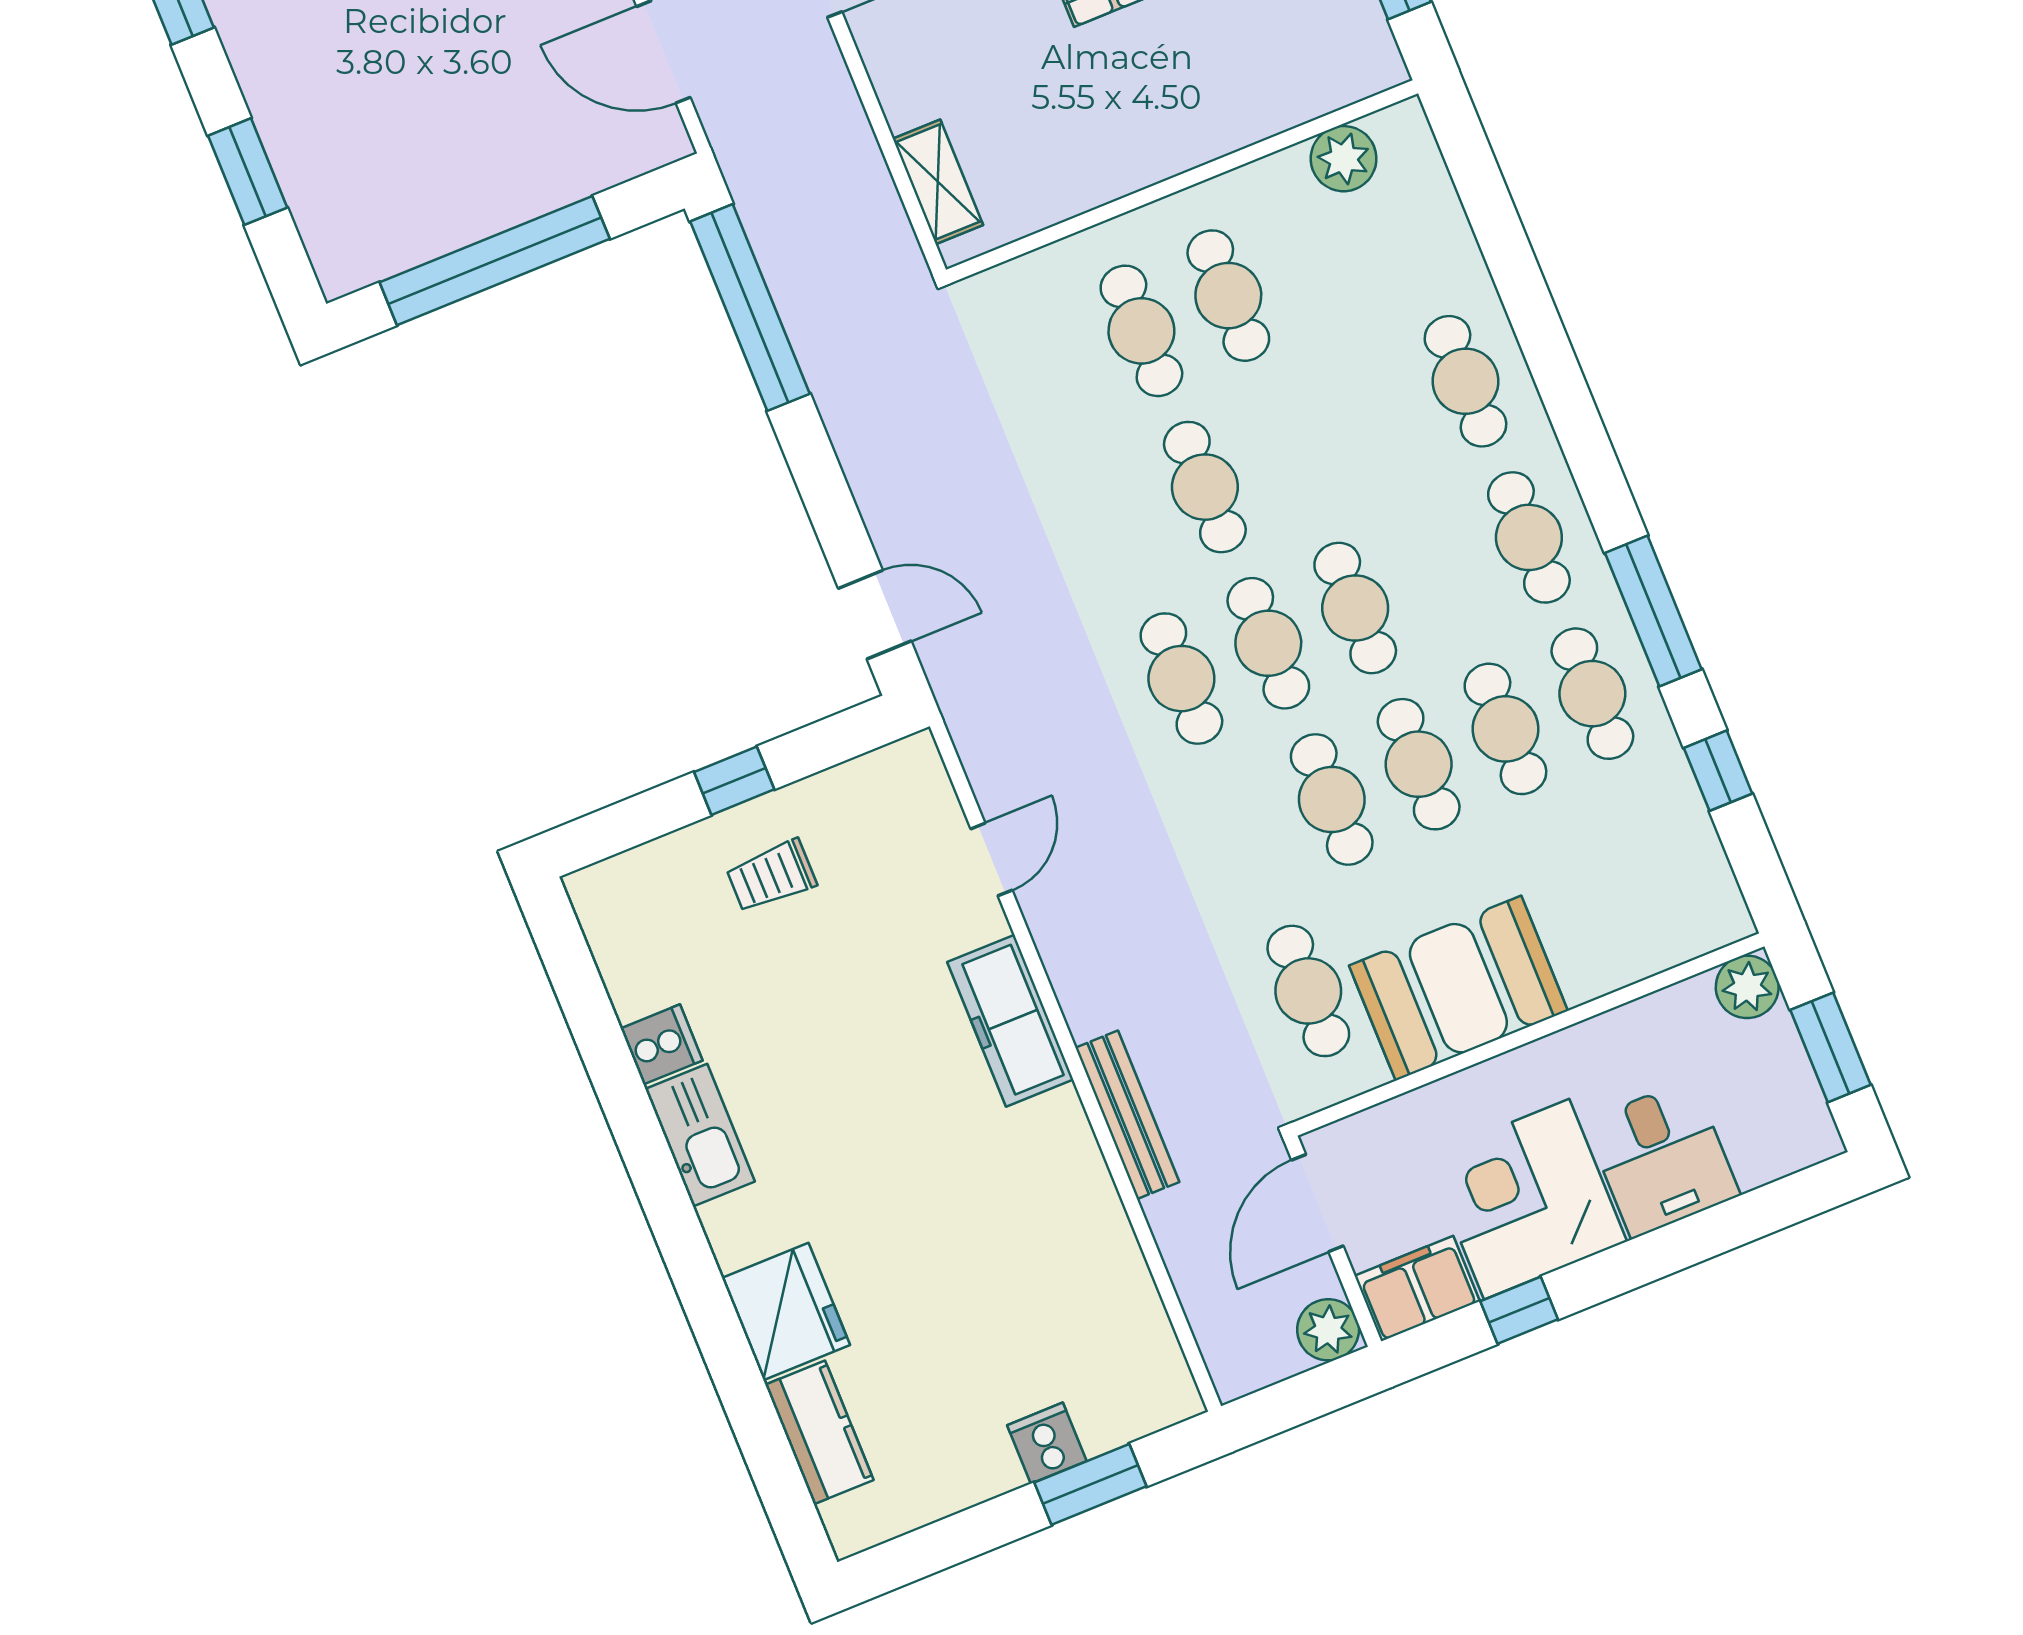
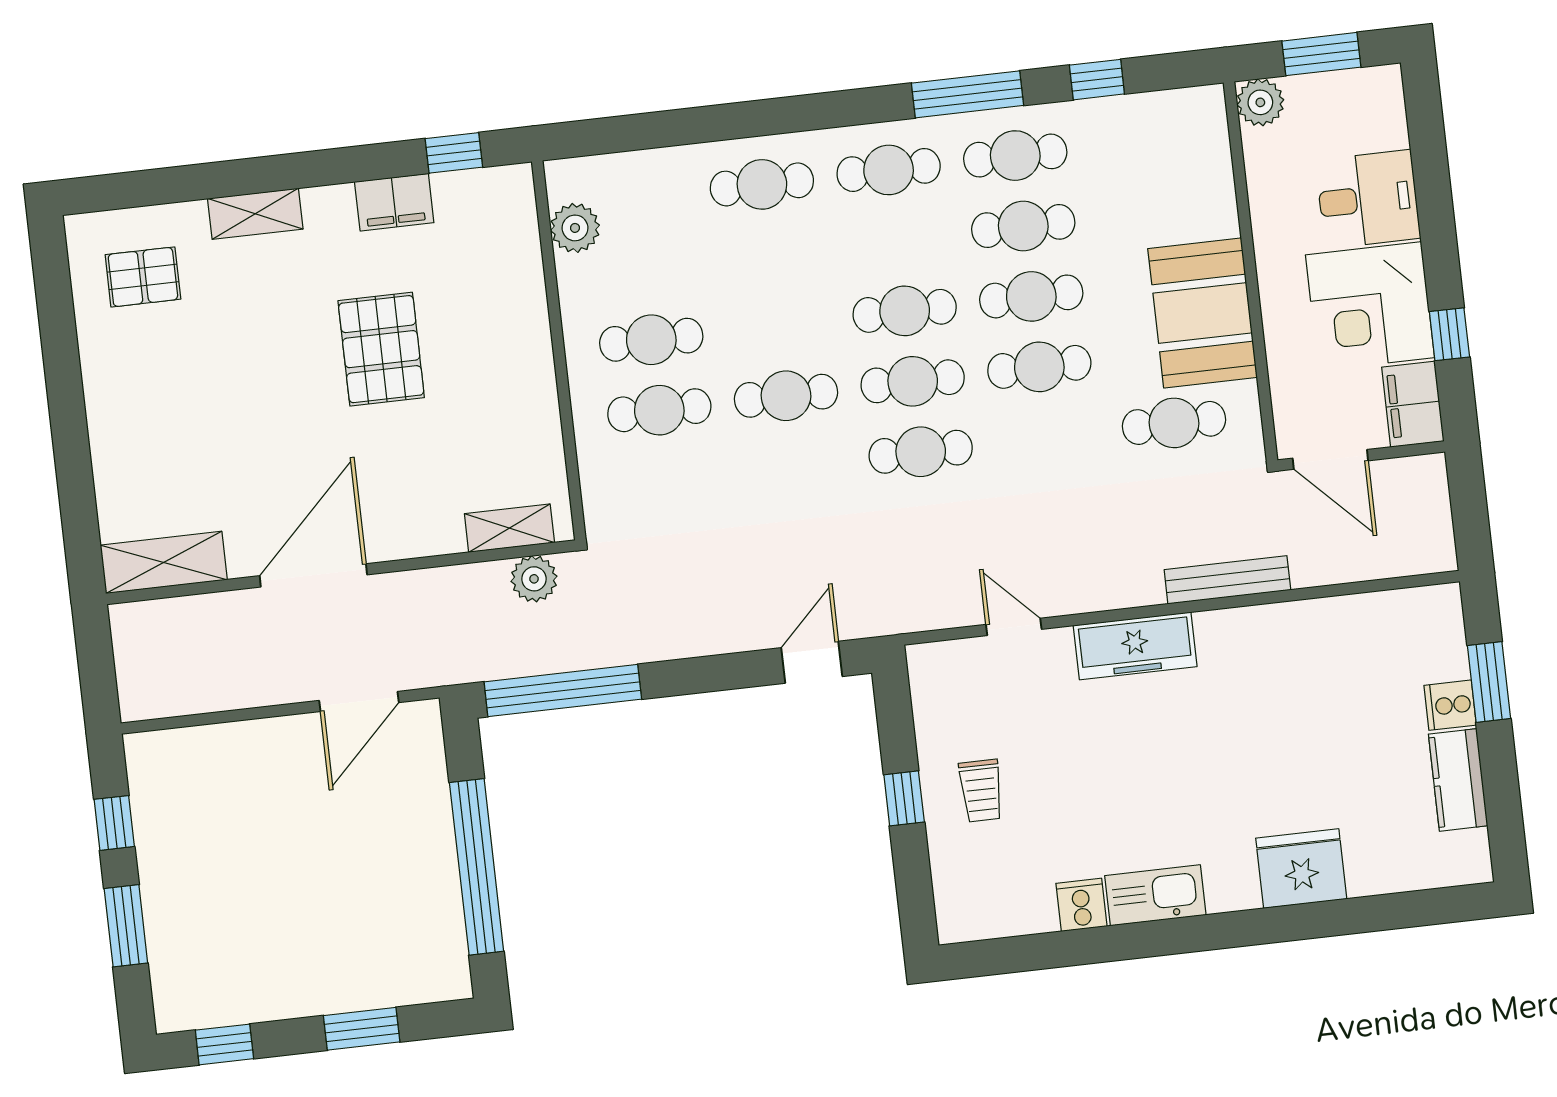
plant: (1328, 1330) -> (534, 579), moved
kitchen counter: (819, 1432) -> (1458, 780), moved, turned -90

